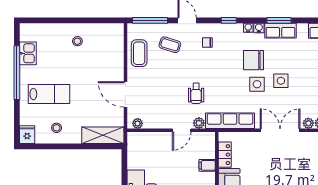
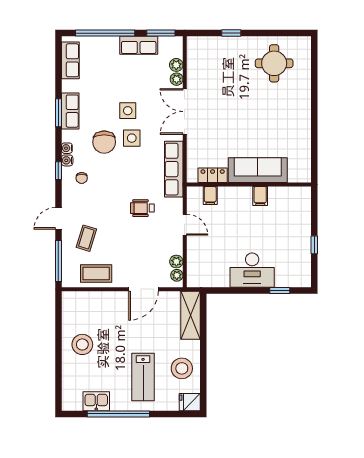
water cooler: (259, 28) -> (67, 160), moved
stool: (77, 41) -> (82, 344), width x1.89, depth x1.89
chair: (207, 42) -> (82, 178), moved
wheelchair: (196, 93) -> (142, 208), turned 180
lab bench: (49, 94) -> (143, 377), turned 180
plant: (199, 123) -> (176, 262), moved
stool: (57, 128) -> (182, 368), width x1.89, depth x1.89
filing cabinet: (207, 165) -> (210, 195), moved

